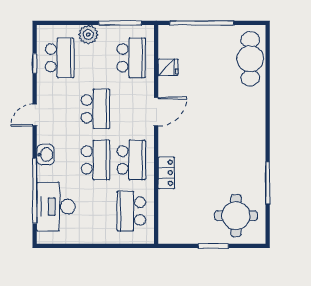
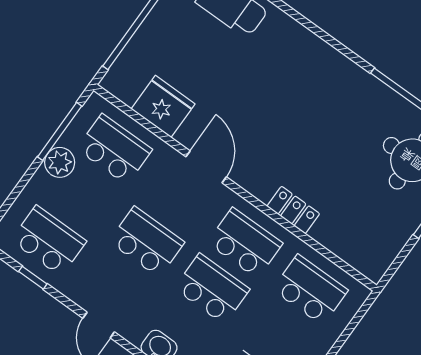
plant: (88, 34) -> (60, 162), moved
fridge: (168, 67) -> (163, 106), width x1.88, depth x1.34
school desk: (131, 211) -> (310, 290), turned 180

